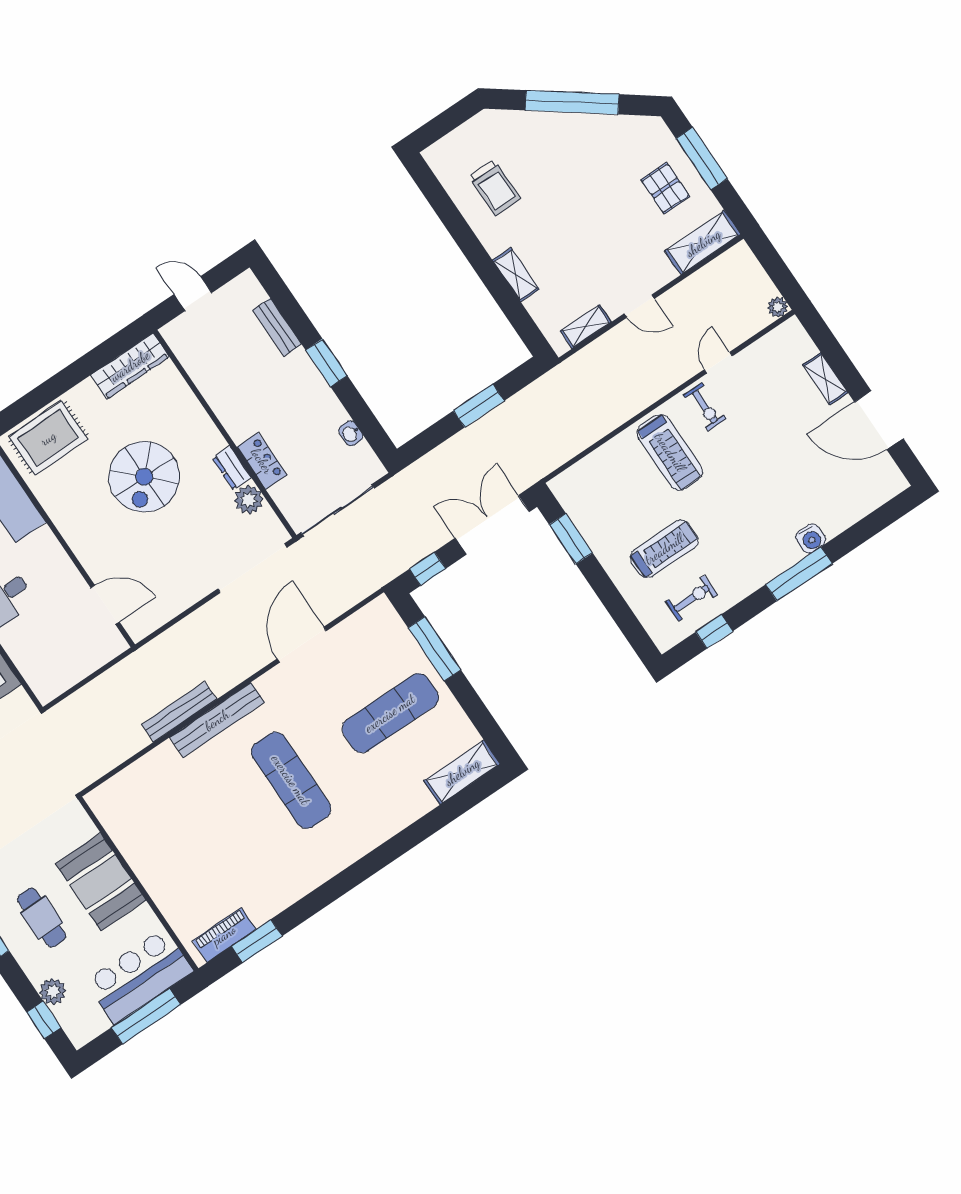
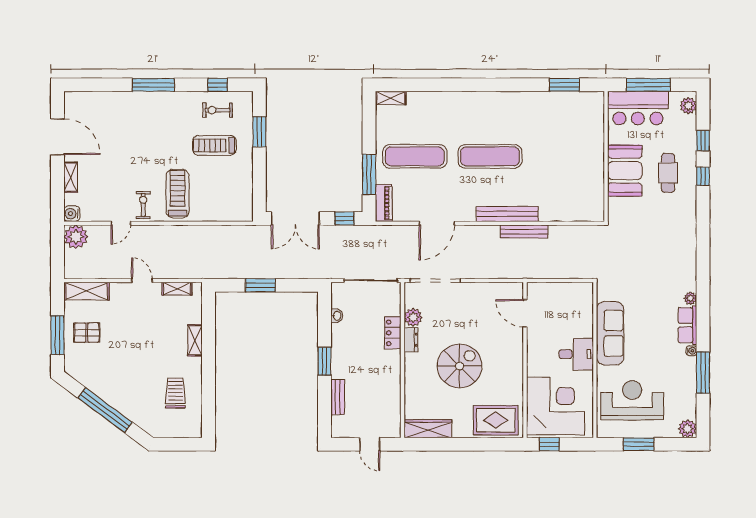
pallet: (665, 188) -> (87, 333), turned 90
plant: (778, 307) -> (76, 237), width x1.88, depth x1.88
water cooler: (811, 538) -> (72, 214), moved, turned -90
window: (571, 539) -> (259, 132), moved
shelving: (462, 772) -> (391, 98), width x0.67, depth x0.75
exercise mat: (291, 780) -> (490, 156), turned 90
piano: (224, 935) -> (384, 203), moved, turned -90
plant: (53, 991) -> (688, 106), moved
window: (44, 1020) -> (703, 141), moved

